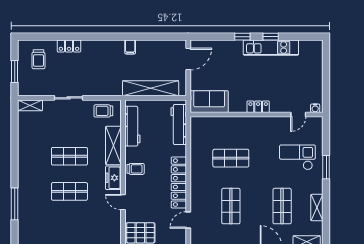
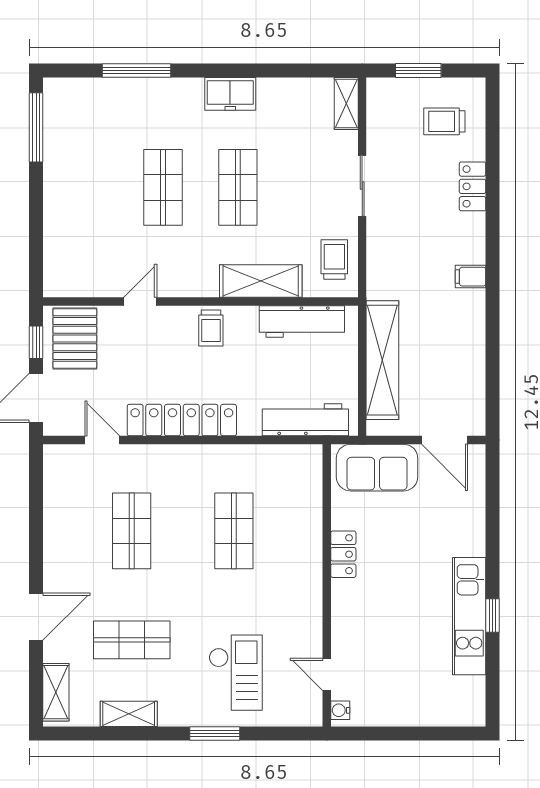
window: (242, 37) -> (492, 555), removed
filing cabinet: (130, 47) -> (471, 277), moved
sofa: (209, 102) -> (377, 468), moved, turned 90
locker: (258, 107) -> (343, 554), moved
freezer: (113, 178) -> (230, 94), moved, turned 180
shop shelf: (231, 206) -> (132, 531), turned 90

